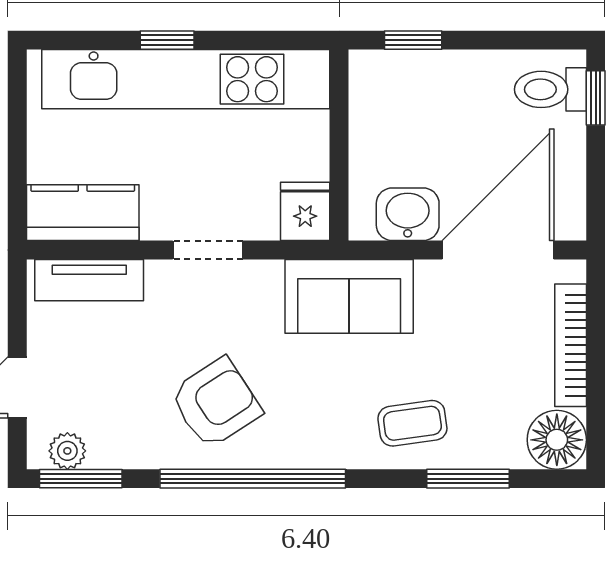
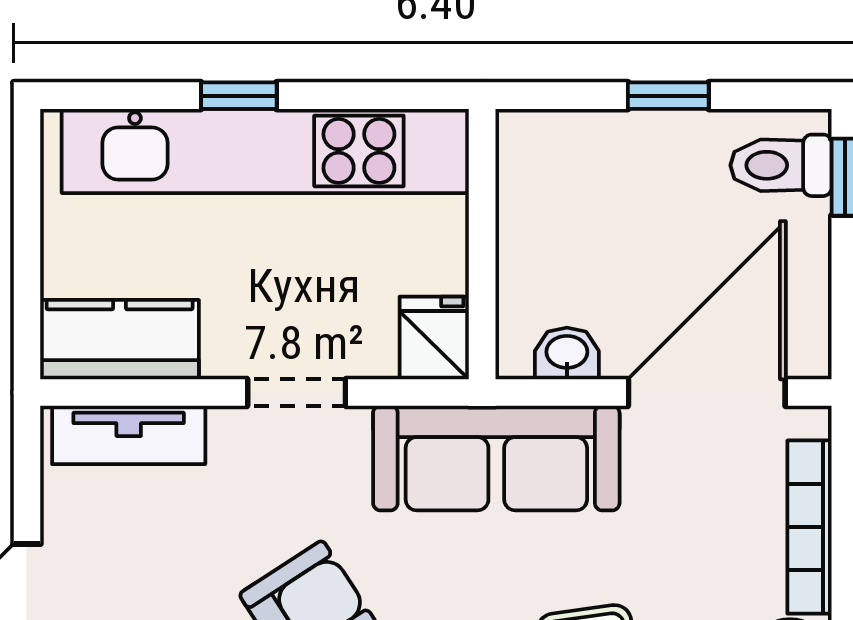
window: (413, 40) -> (668, 96), moved
washbasin: (408, 214) -> (567, 353), width x0.72, depth x0.69
sofa: (349, 296) -> (496, 458), width x1.36

